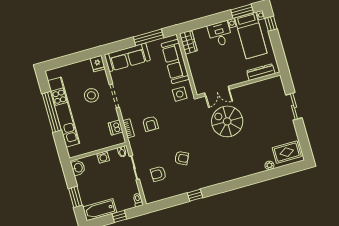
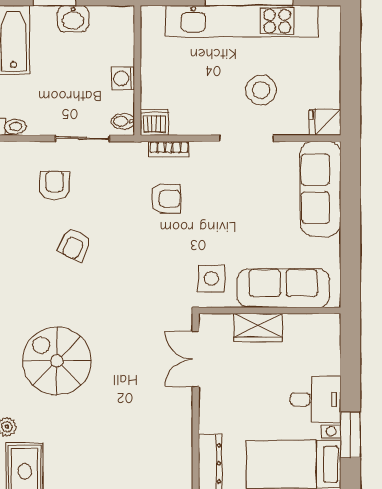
window: (242, 11) -> (350, 435), moved
window: (149, 37) -> (350, 246), removed
wardrobe: (188, 42) -> (258, 327), moved
spiral stairs: (227, 121) -> (57, 361), moved, turned -90
armchair: (150, 124) -> (166, 199), turned 180
dishwasher: (116, 127) -> (154, 122), moved
washbasin: (78, 168) -> (73, 19), moved

